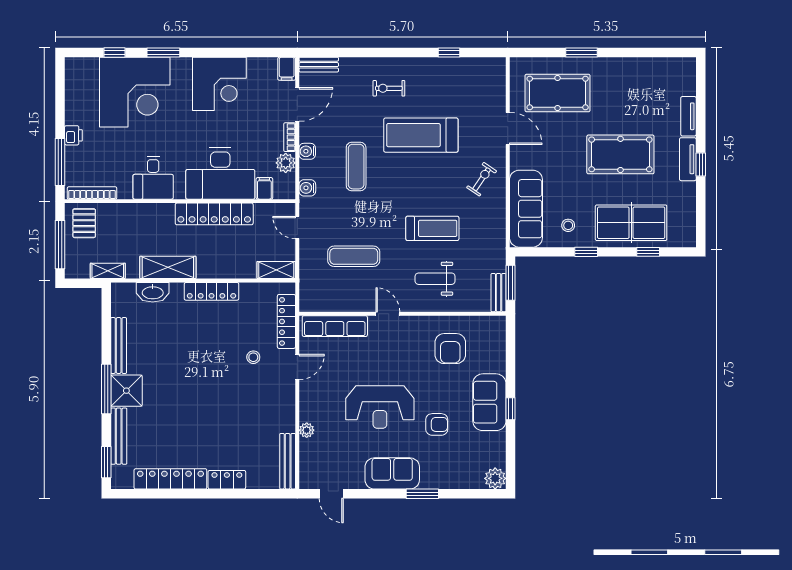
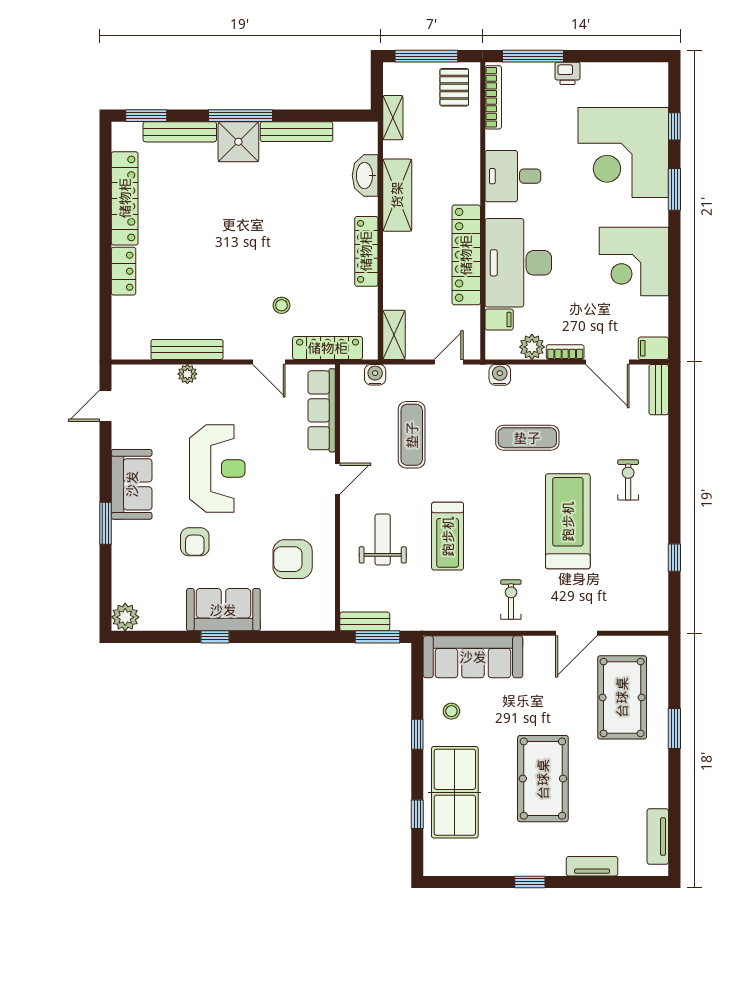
water cooler: (307, 151) -> (375, 375), moved
tv unit: (688, 159) -> (658, 837), moved, turned -90
exercise bike: (482, 179) -> (511, 600), turned -124
pallet: (84, 223) -> (454, 87), turned 90
reception desk: (380, 407) -> (217, 468), turned 180
bench: (288, 461) -> (187, 349), moved

